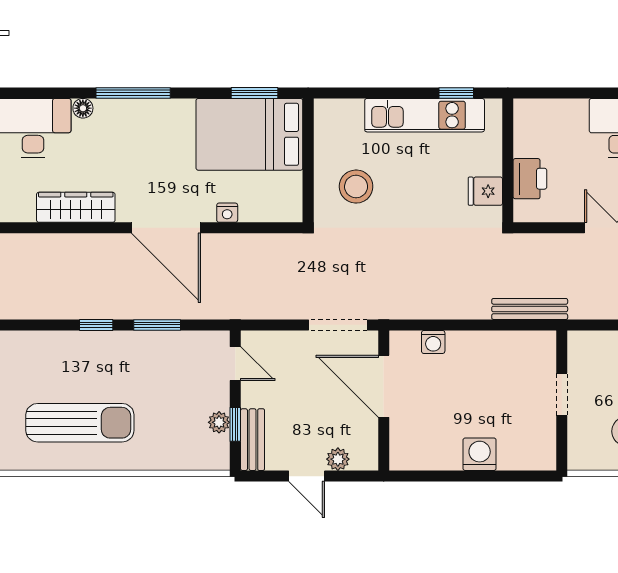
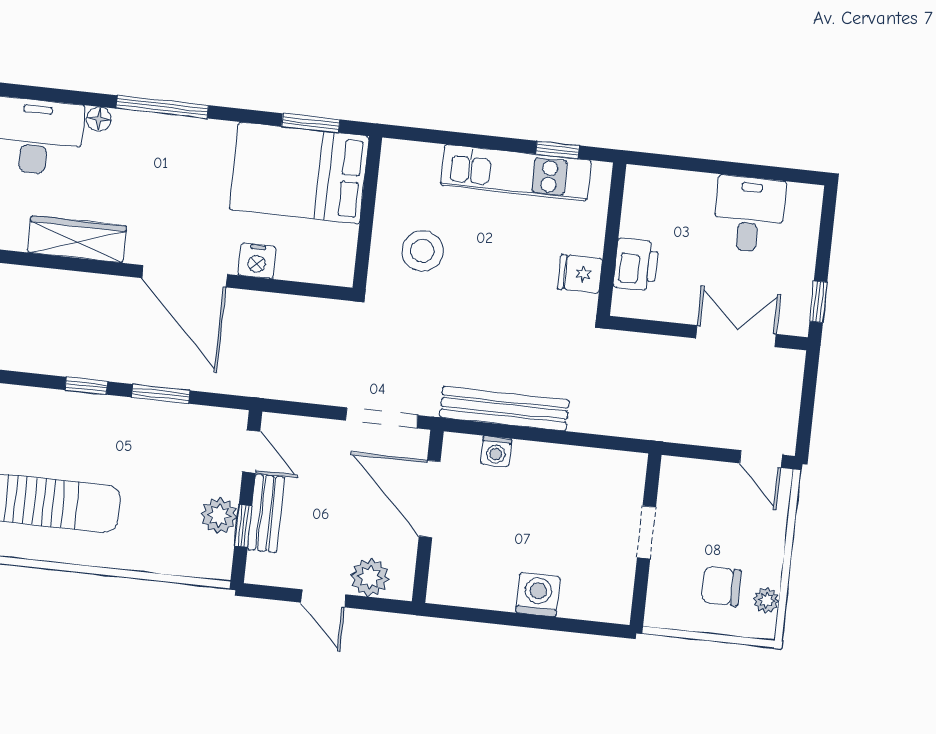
nightstand: (227, 213) -> (257, 261), width x1.39, depth x1.35
bench: (530, 309) -> (504, 409), moved, width x1.37, depth x1.21
plant: (219, 422) -> (219, 516), width x1.38, depth x1.38
bench: (253, 440) -> (266, 513), moved
plant: (338, 459) -> (370, 577), width x1.38, depth x1.38

